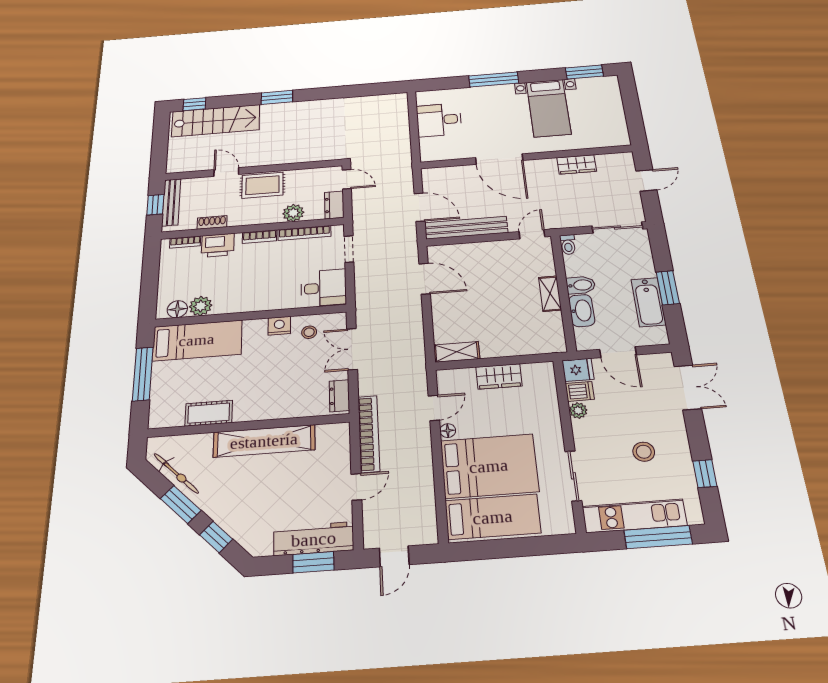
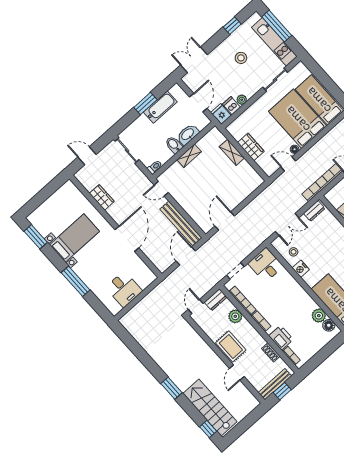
shelving: (457, 352) -> (232, 152), moved

